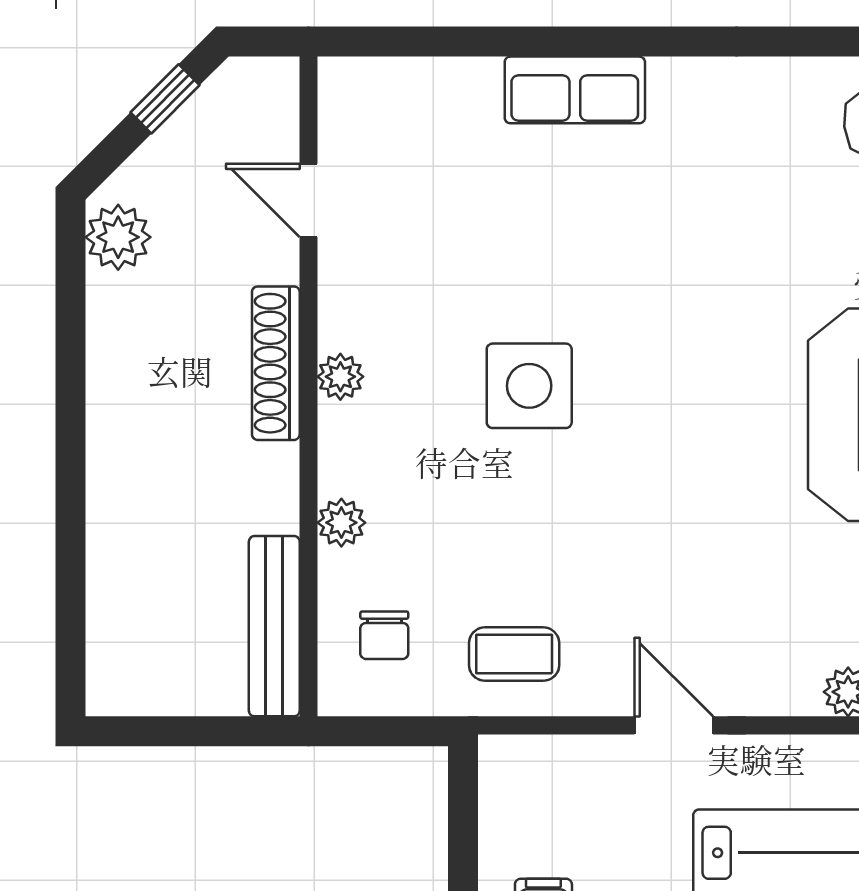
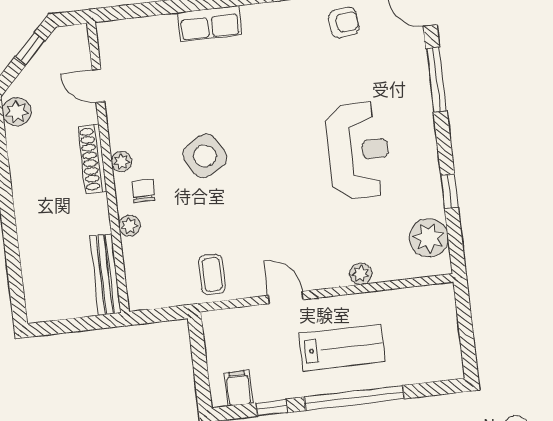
side table: (529, 386) -> (205, 156), turned -31
chair: (384, 635) -> (143, 191), moved, turned 180
coffee table: (514, 654) -> (212, 274), turned 90

